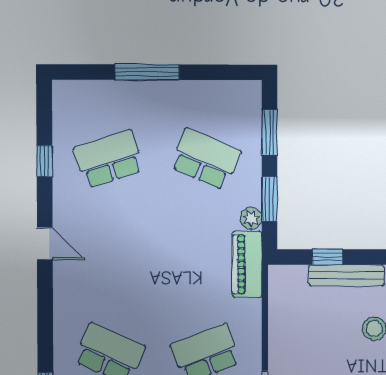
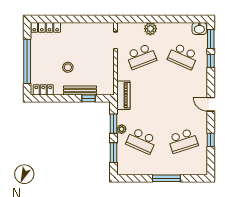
plant: (251, 218) -> (122, 129), moved
window: (45, 344) -> (211, 61), added

